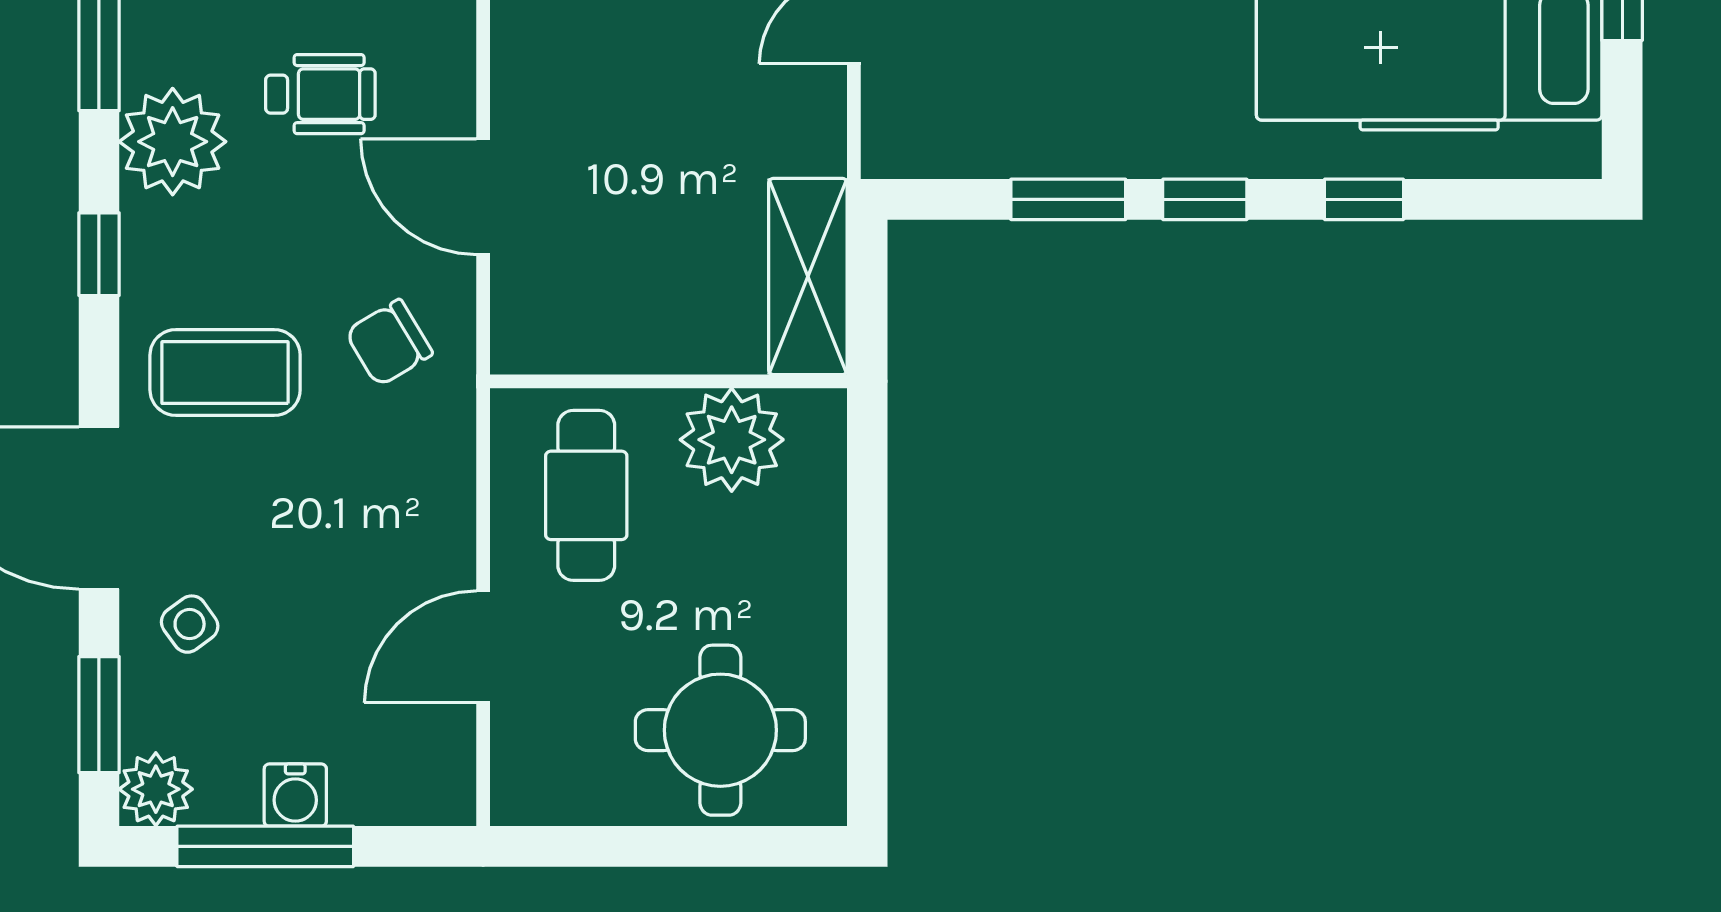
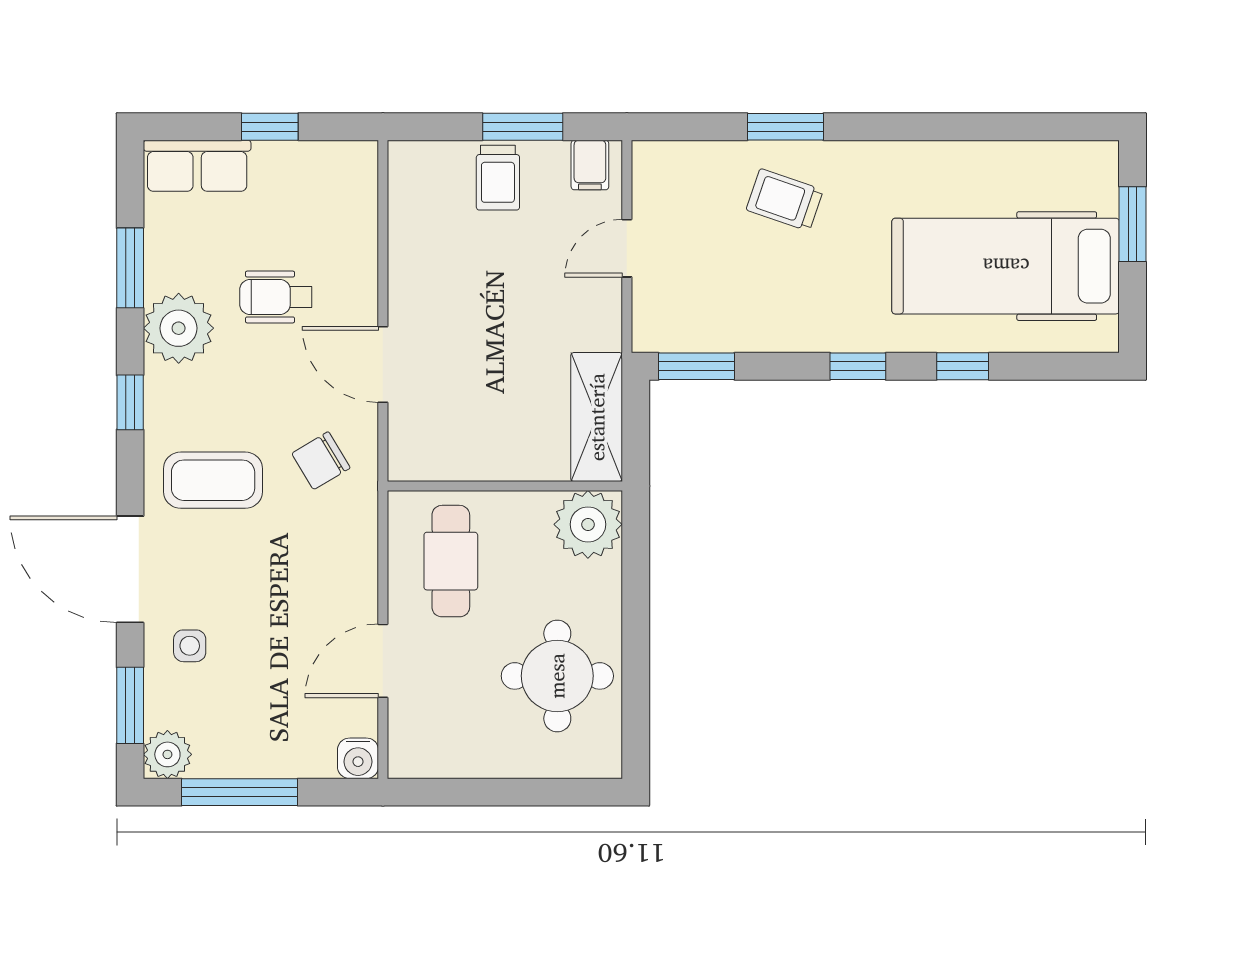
wheelchair: (320, 94) -> (276, 297), turned 180
window: (1068, 199) -> (697, 366), moved
plant: (732, 440) -> (588, 524), moved
side table: (190, 624) -> (190, 646), turned 36
round table: (720, 730) -> (557, 676), moved
water cooler: (295, 795) -> (358, 758), moved

